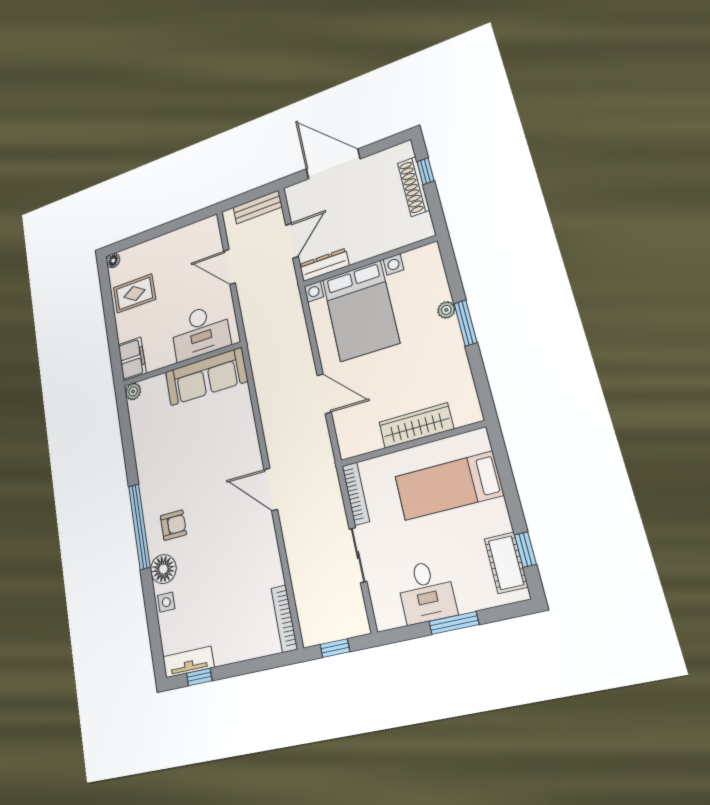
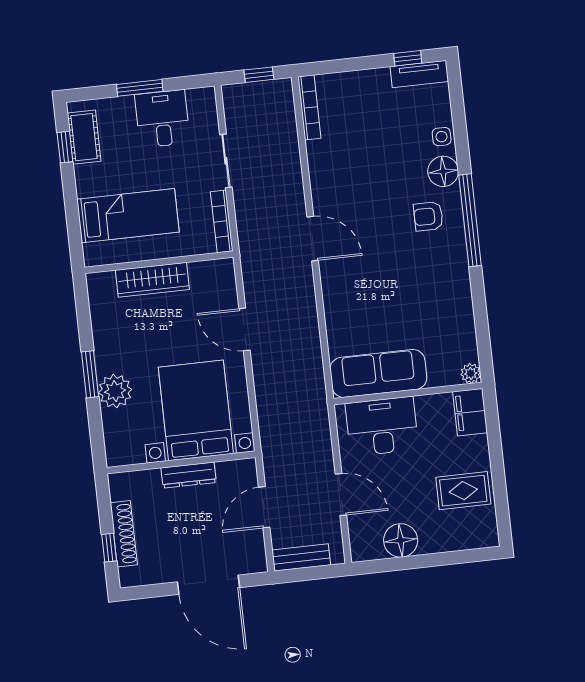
floor lamp: (113, 261) -> (401, 540), moved, width x1.89, depth x1.89
dresser: (324, 265) -> (189, 475), moved
plant: (446, 310) -> (115, 391), width x1.88, depth x1.88

